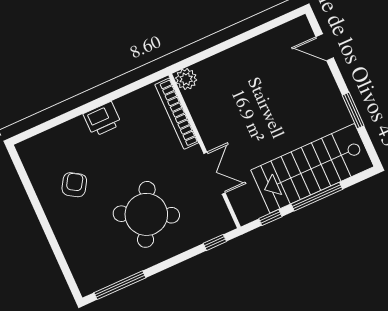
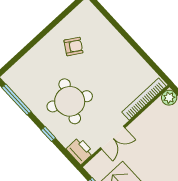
printer: (102, 119) -> (80, 151), moved, turned 180
window: (215, 242) -> (48, 134), moved

